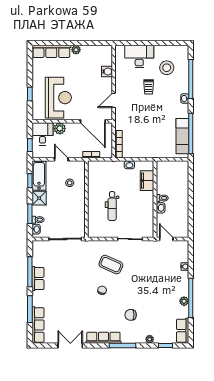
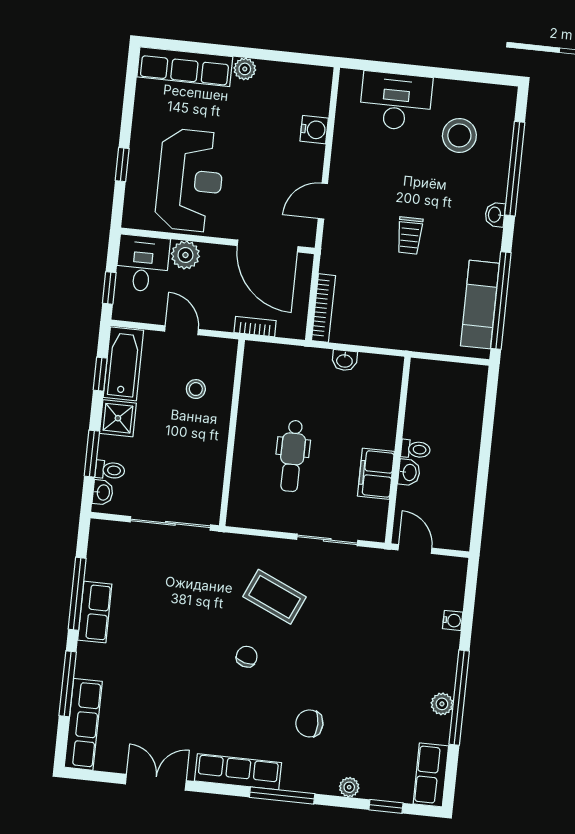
trolley: (149, 87) -> (410, 235), moved
filing cabinet: (147, 181) -> (376, 474), moved

